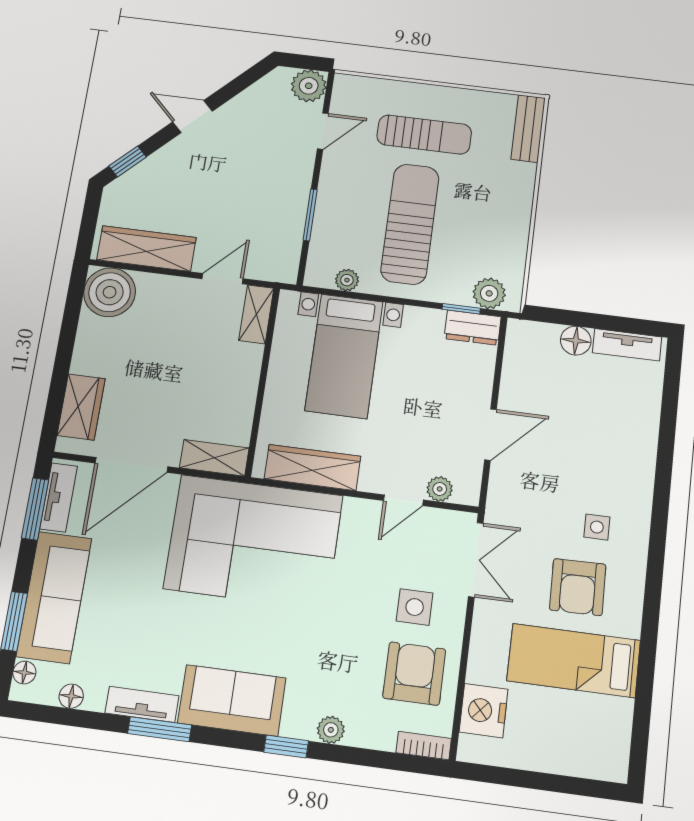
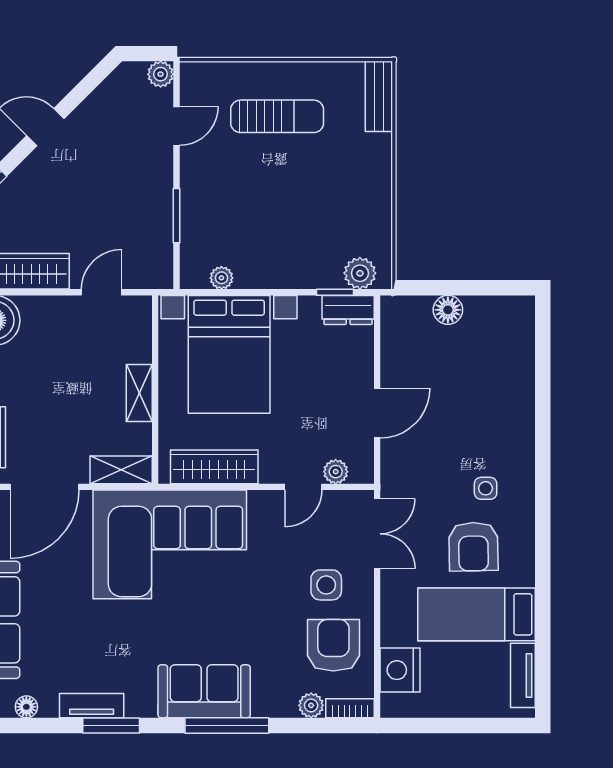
plant: (309, 86) -> (161, 74), width x0.73, depth x0.73
sun lounger: (410, 224) -> (275, 212), removed
shelving: (256, 314) -> (139, 393), moved
tv unit: (627, 345) -> (523, 675), moved, turned 90
bed with nightstands: (344, 356) -> (229, 354), width x1.36
sofa: (232, 700) -> (204, 691), moved
plant: (331, 730) -> (311, 705), moved
window: (286, 747) -> (227, 725), width x2.17

